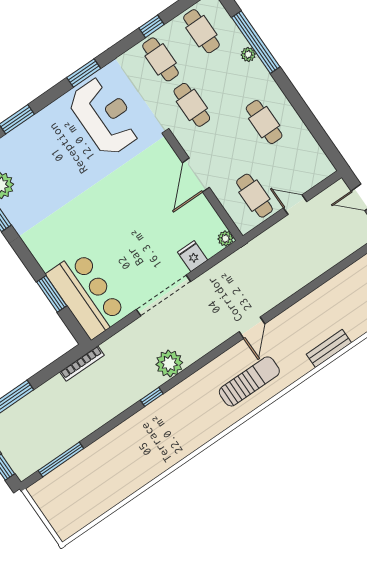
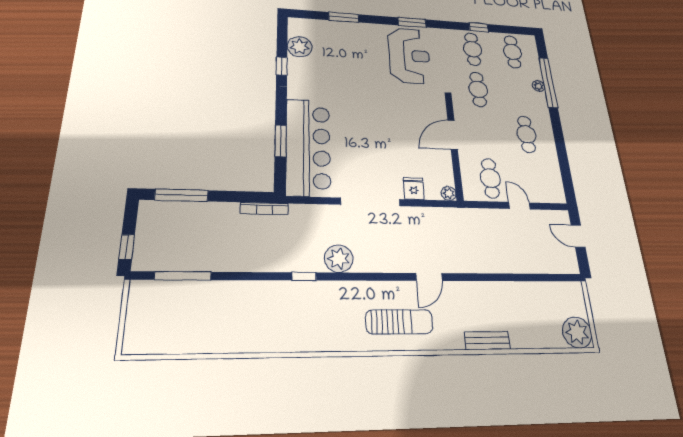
bar counter: (87, 295) -> (308, 147), width x1.36

